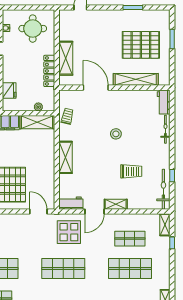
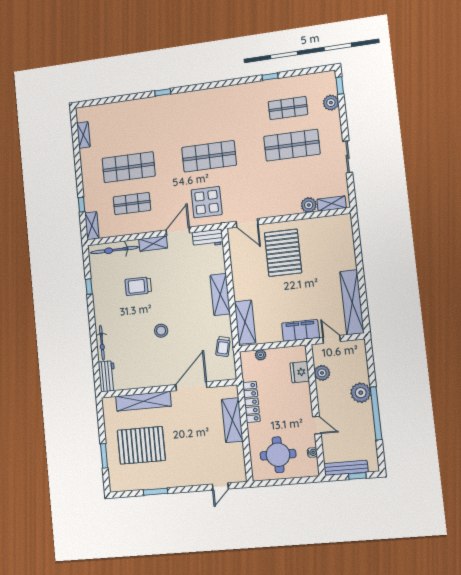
door: (96, 88) -> (191, 386), swing flipped
shelving: (37, 122) -> (245, 322), moved, turned 90
bicycle: (163, 189) -> (114, 250), moved, turned 90

